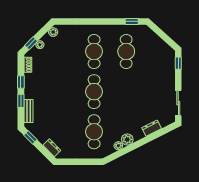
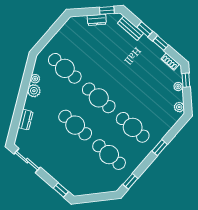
window: (92, 21) -> (160, 148), added
cafe table: (126, 92) -> (75, 125), added
dresser: (52, 148) -> (97, 20), moved

